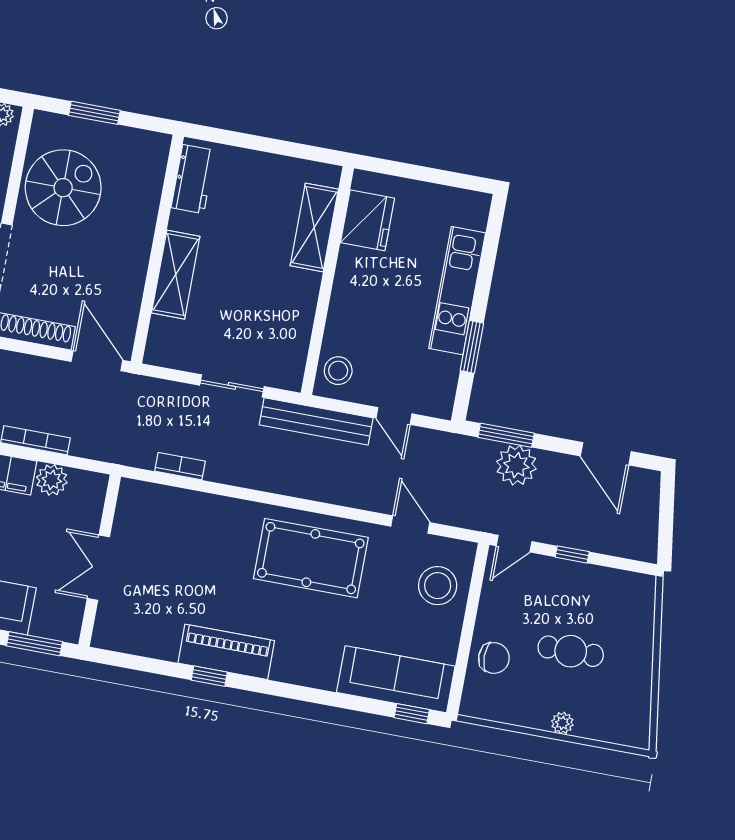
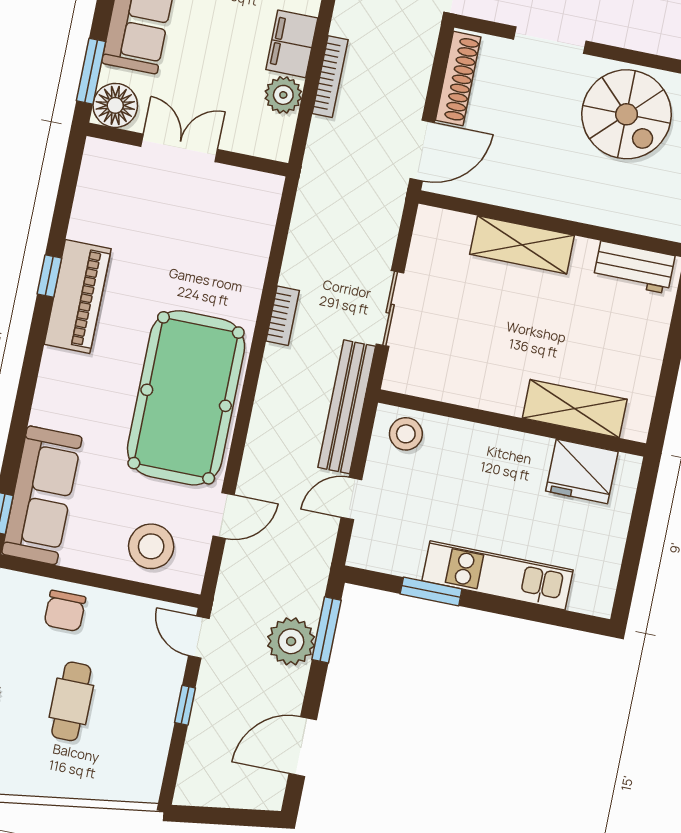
bookcase: (180, 466) -> (283, 316), moved
pool table: (311, 558) -> (186, 398), width x1.36, depth x1.32
floor lamp: (63, 623) -> (115, 105), added

